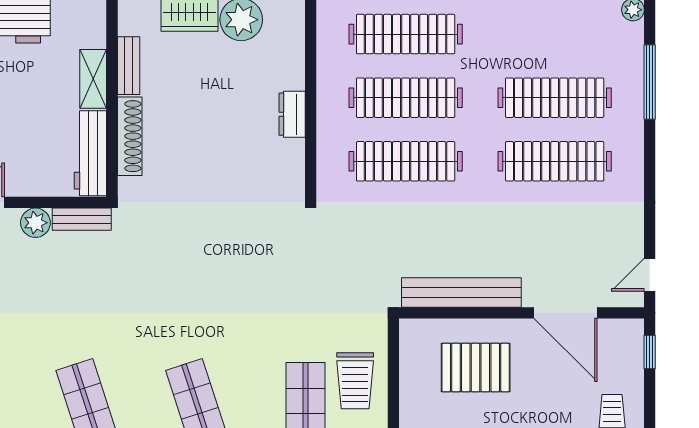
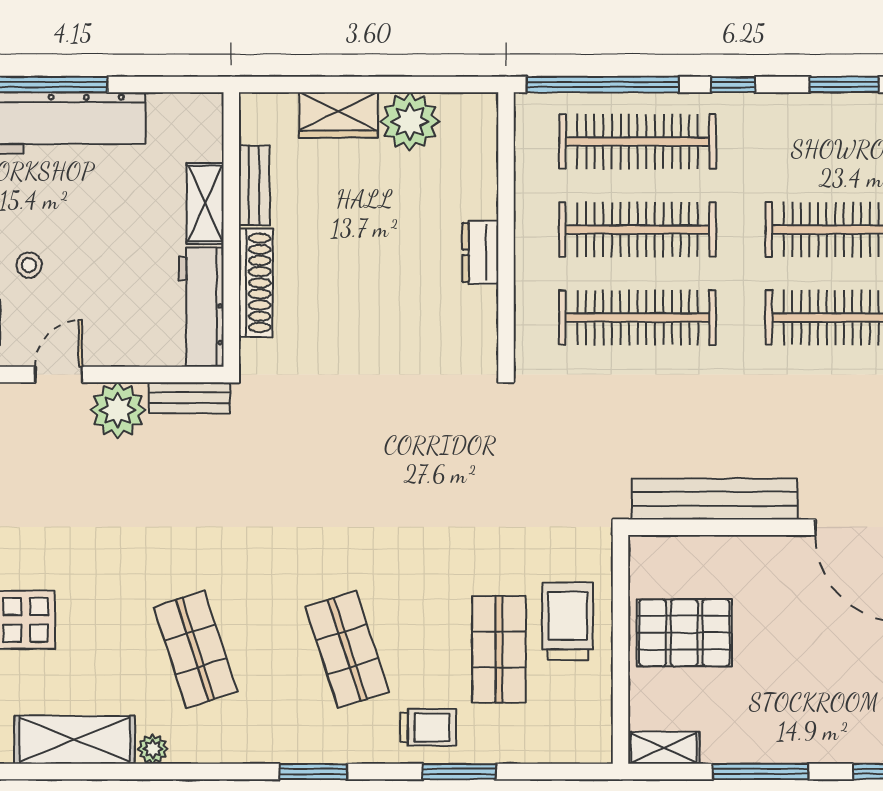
plant: (35, 223) -> (118, 410), width x1.36, depth x1.36
pallet: (476, 368) -> (684, 633), moved
trolley: (355, 381) -> (568, 621), turned 180

